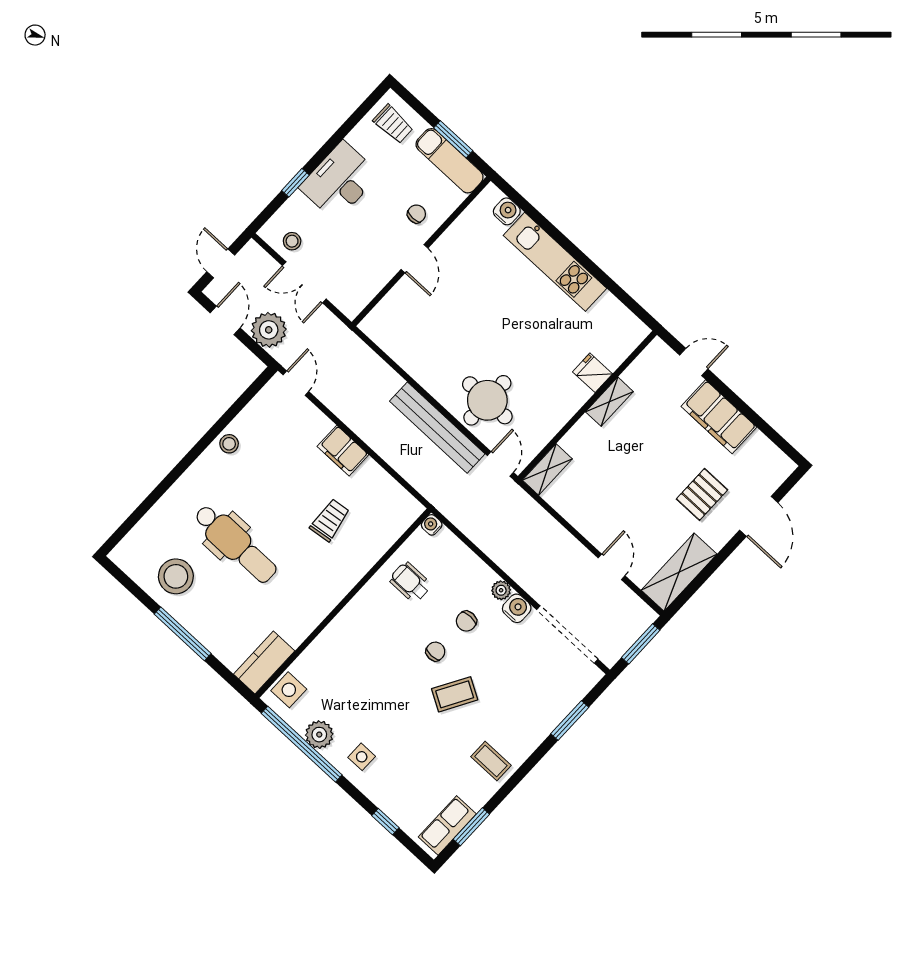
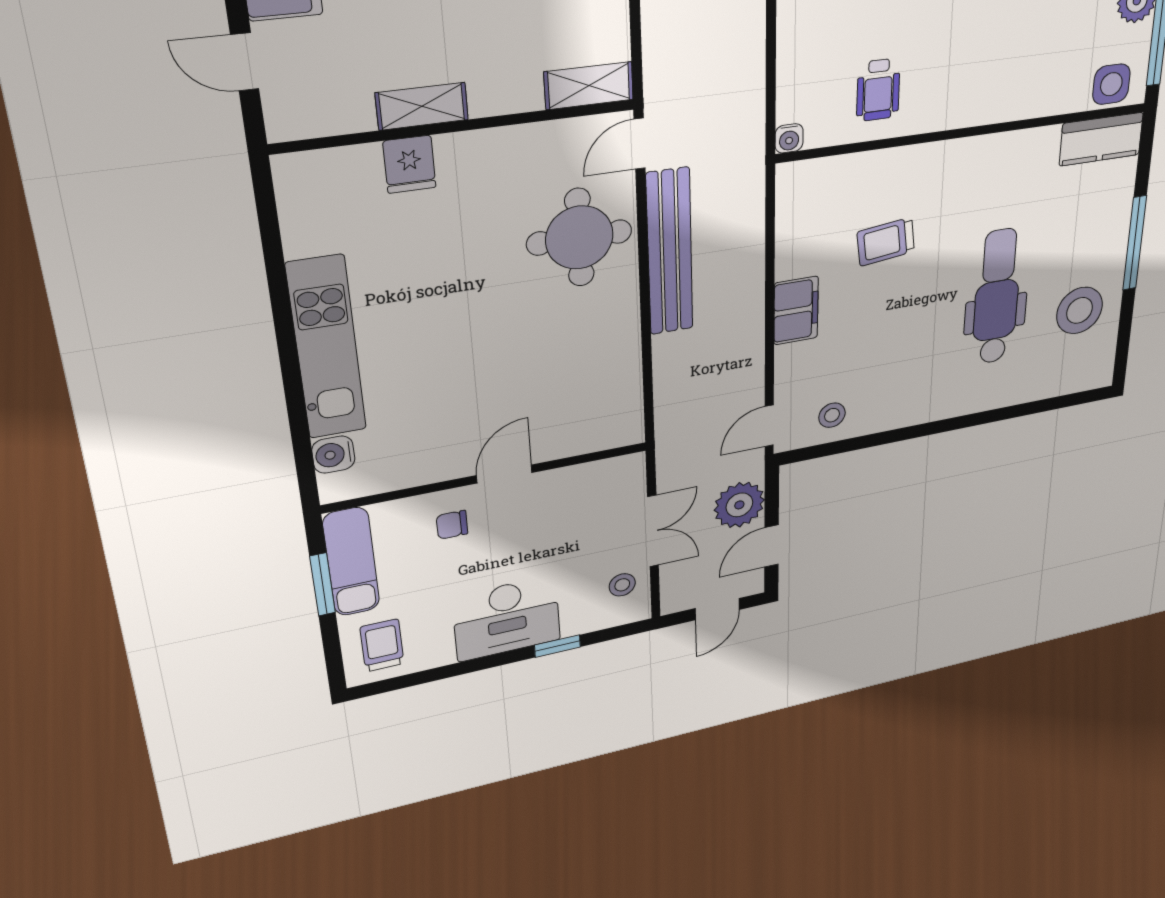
stool: (229, 444) -> (832, 415), moved

